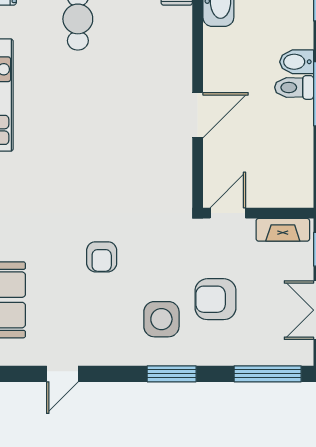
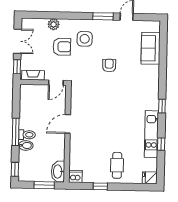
plant: (236, 352) -> (54, 24), added
window: (172, 374) -> (103, 16), moved
window: (268, 374) -> (41, 15), removed

